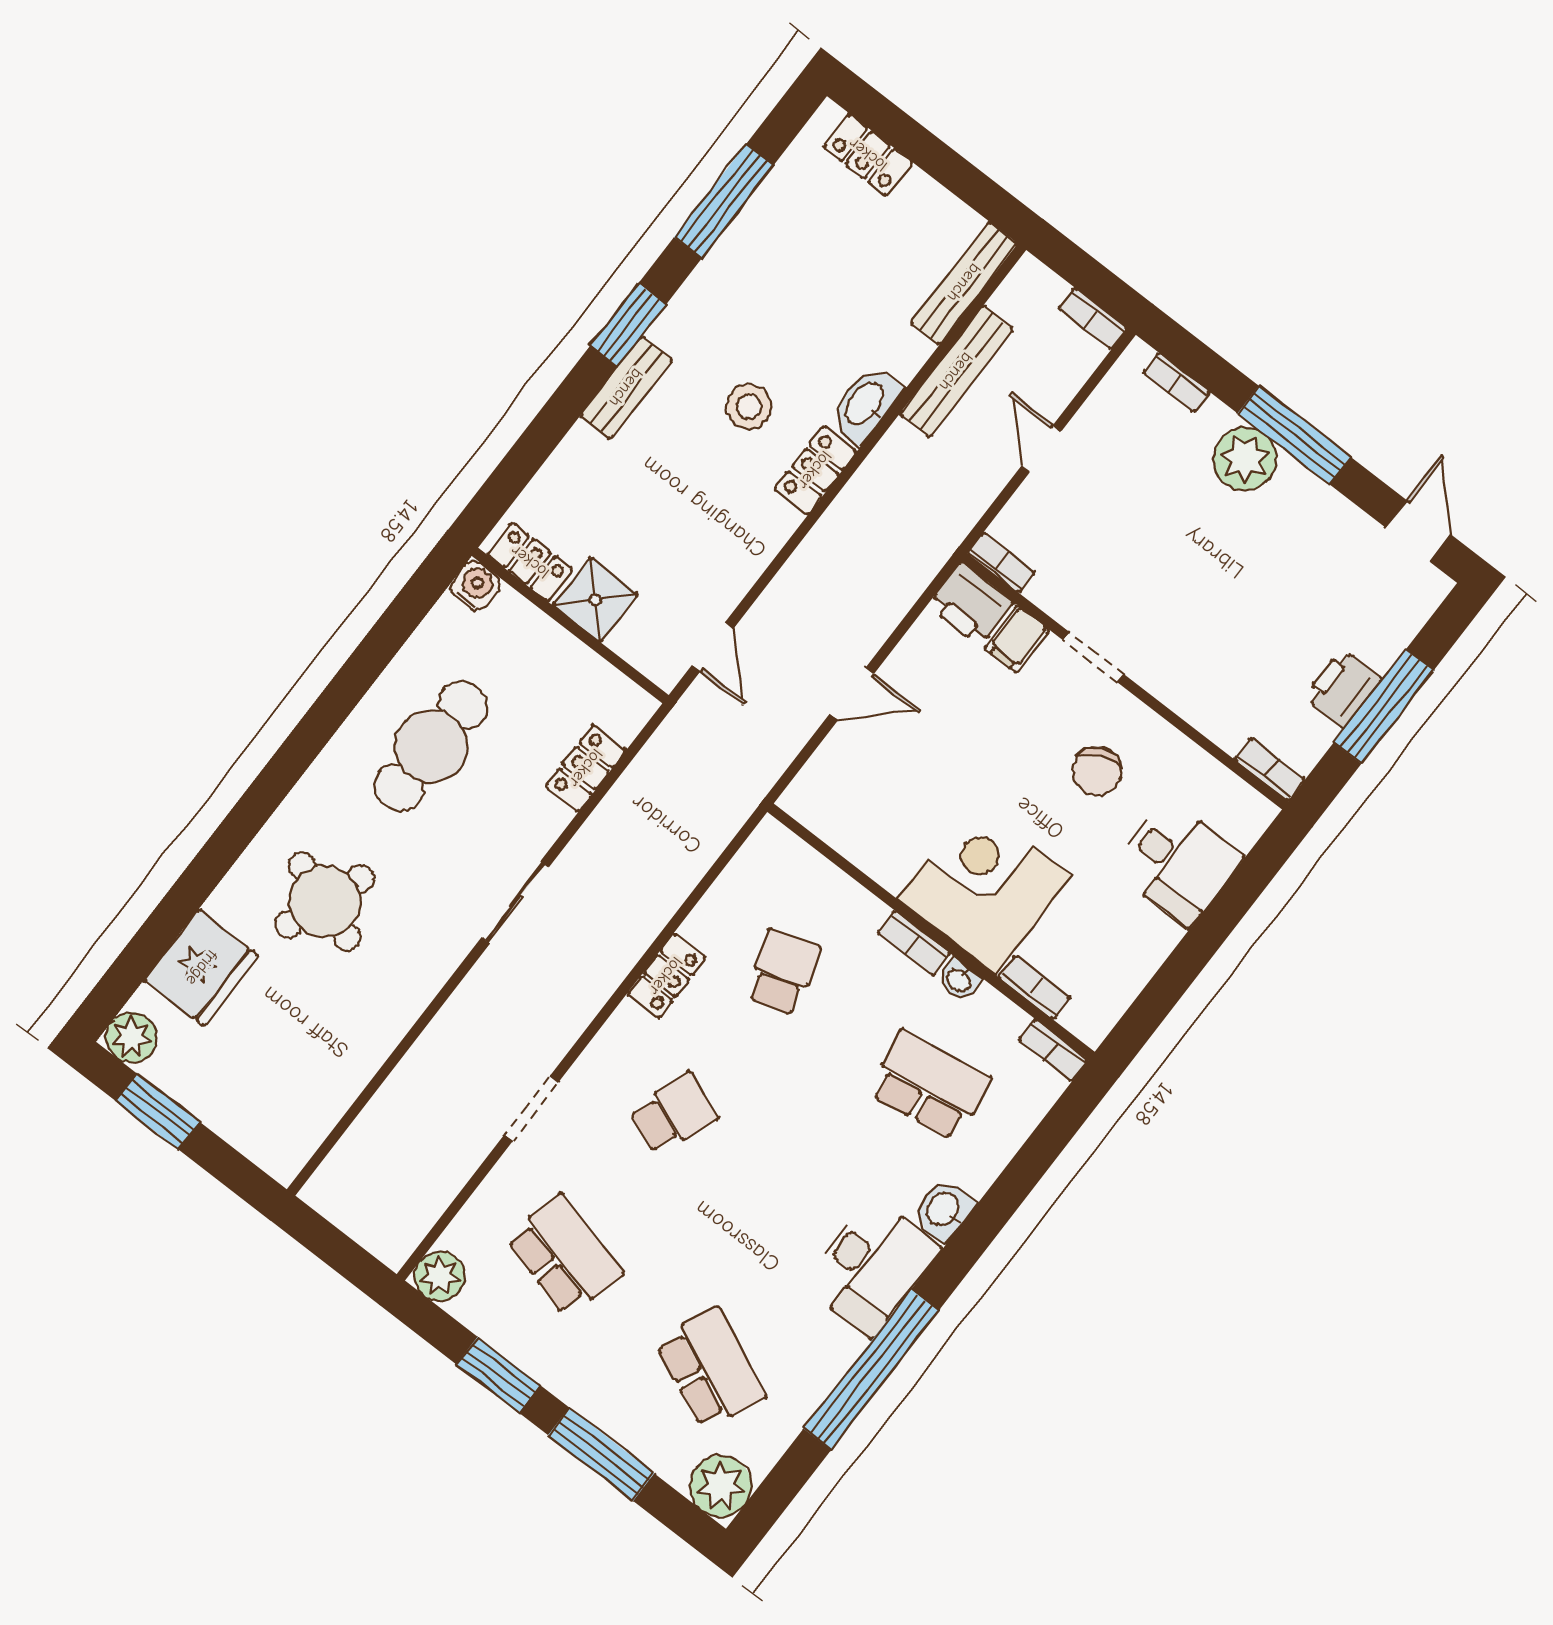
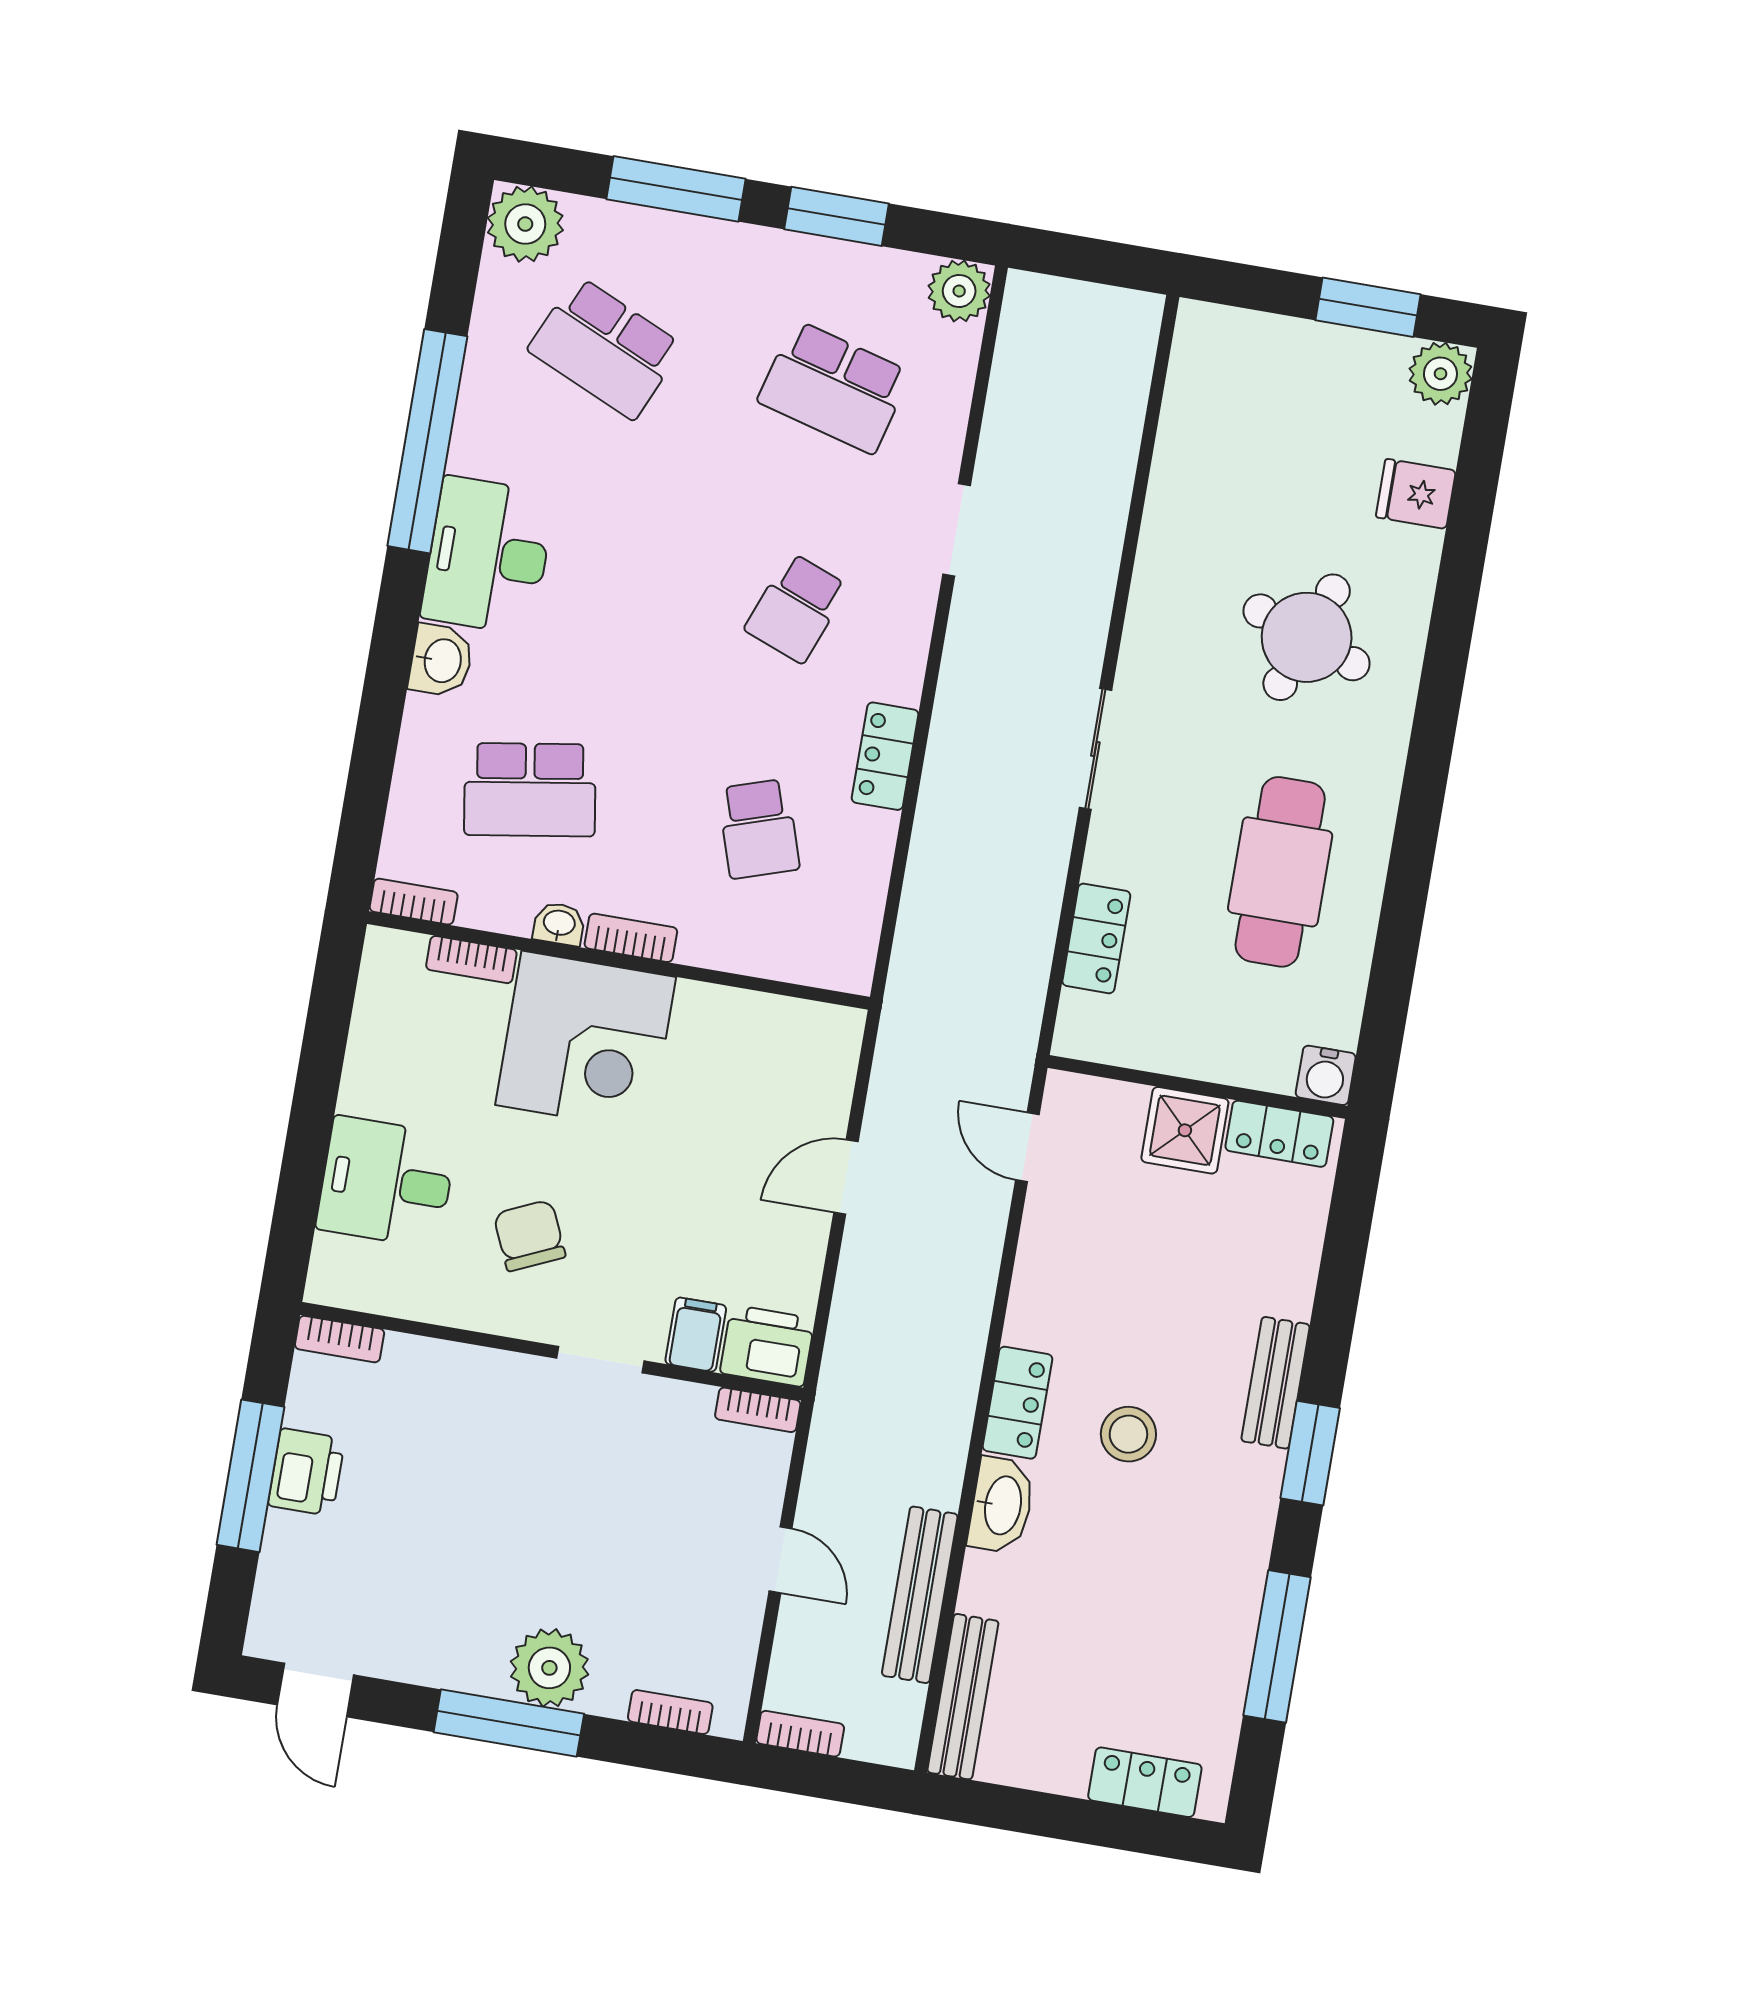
fridge: (202, 968) -> (1416, 494), width x0.53, depth x0.75

